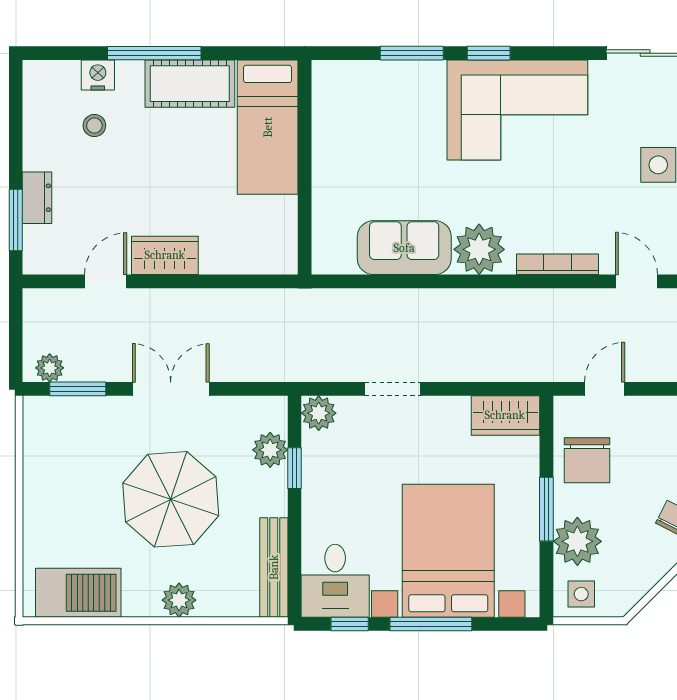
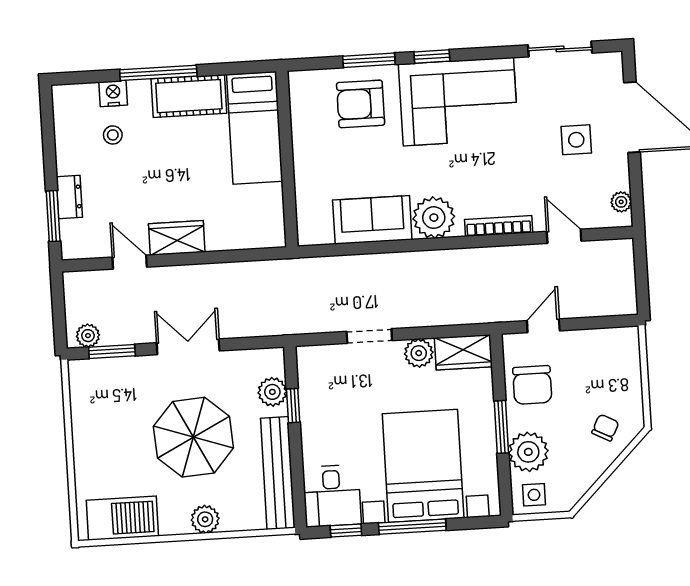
armchair: (398, 106) -> (361, 104), added
door: (106, 281) -> (130, 262), hinge flipped
plant: (319, 413) -> (419, 353), moved
bench: (274, 567) -> (278, 473), width x1.37, depth x1.21

